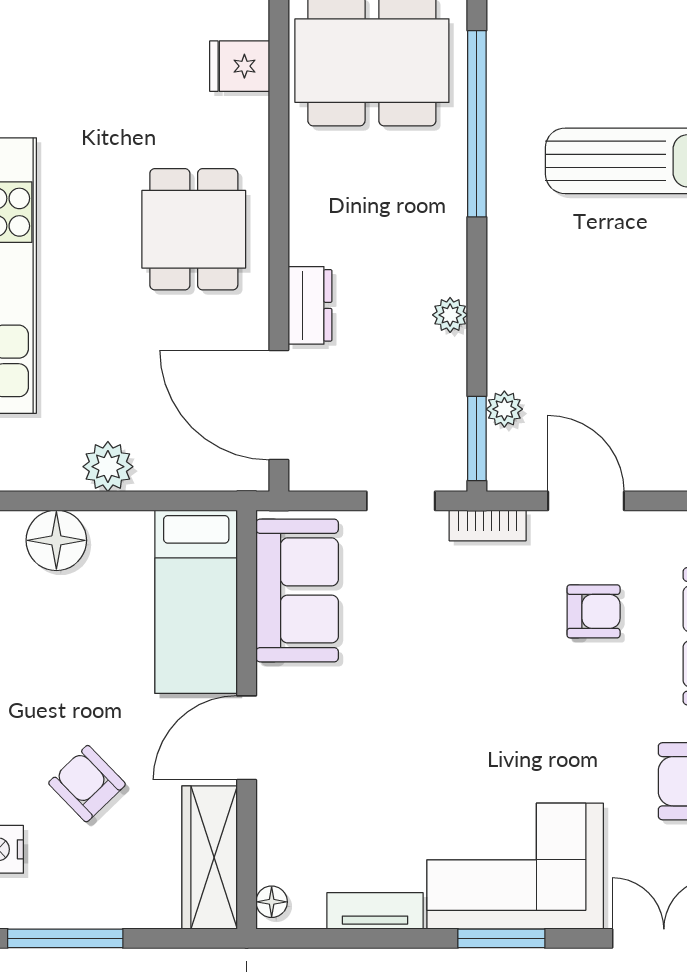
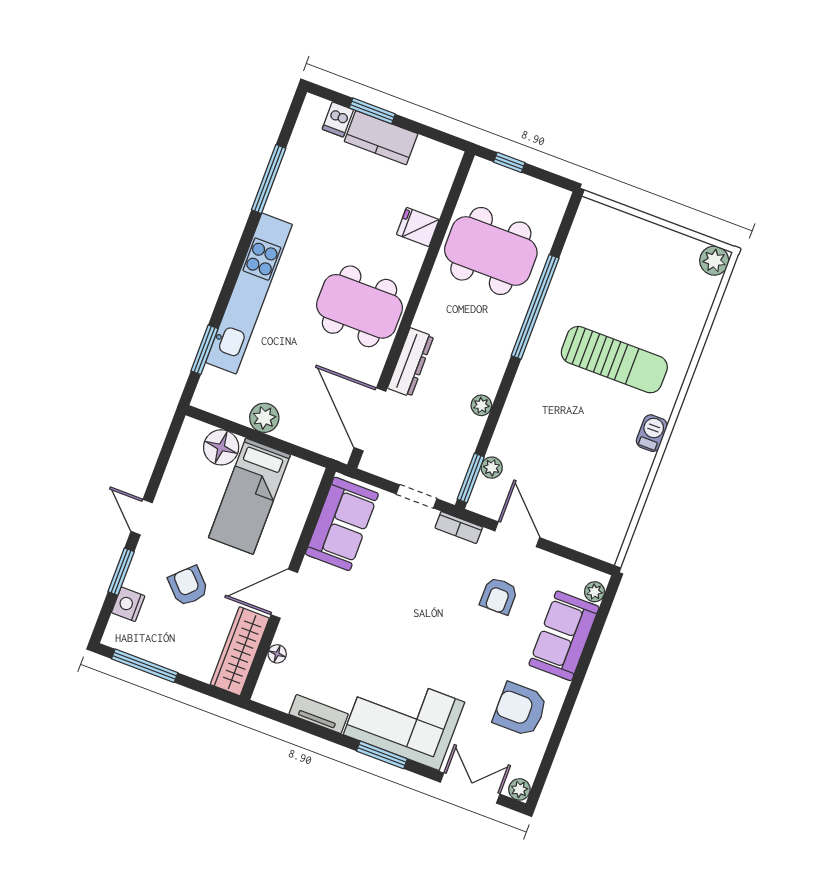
dining table: (194, 229) -> (359, 306), width x1.38
dresser: (310, 305) -> (411, 362), width x1.44
bed: (196, 602) -> (249, 496), moved
armchair: (594, 611) -> (499, 596), turned 90
floor lamp: (272, 902) -> (277, 654), moved

